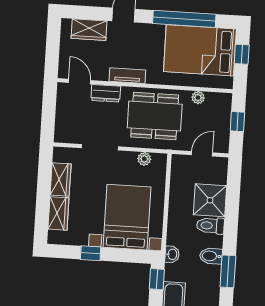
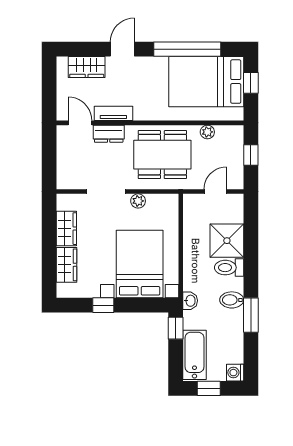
tv unit: (127, 76) -> (113, 113), moved
plant: (144, 159) -> (138, 201), moved

